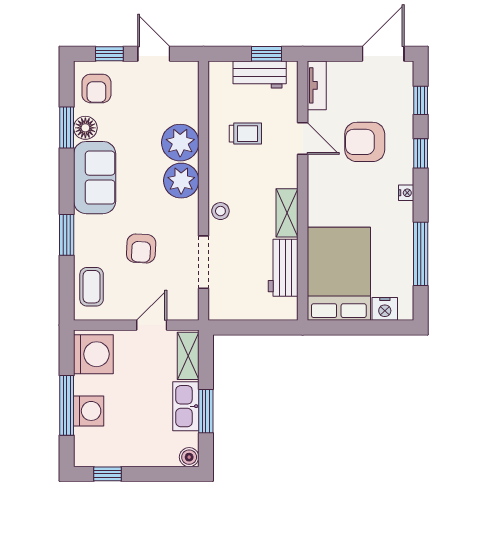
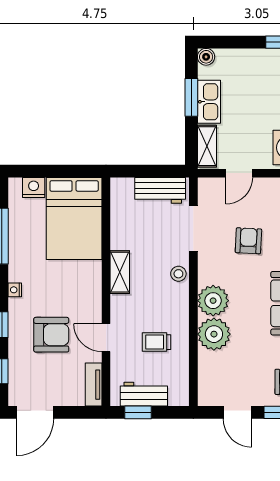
workbench: (283, 268) -> (160, 190), moved, turned 90

